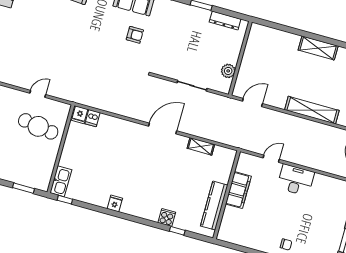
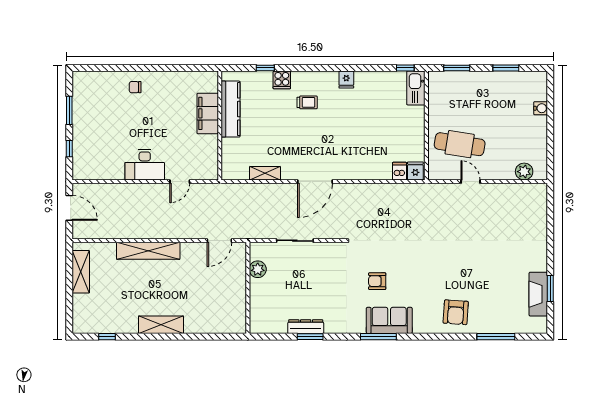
dresser: (225, 20) -> (306, 327), moved
door: (38, 94) -> (470, 182), swing flipped
filing cabinet: (238, 190) -> (208, 113), moved
trolley: (151, 194) -> (307, 102), added

